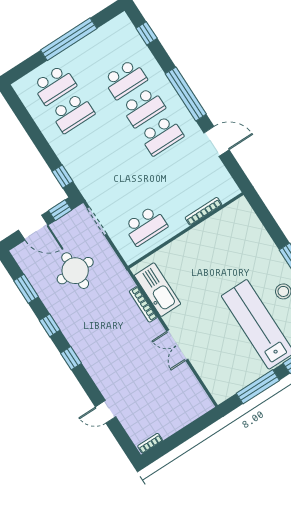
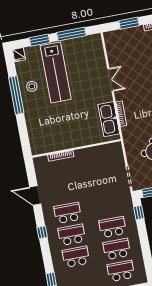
window: (186, 94) -> (42, 232), width x0.32
school desk: (146, 226) -> (113, 227), moved
window: (184, 435) -> (129, 23), added

